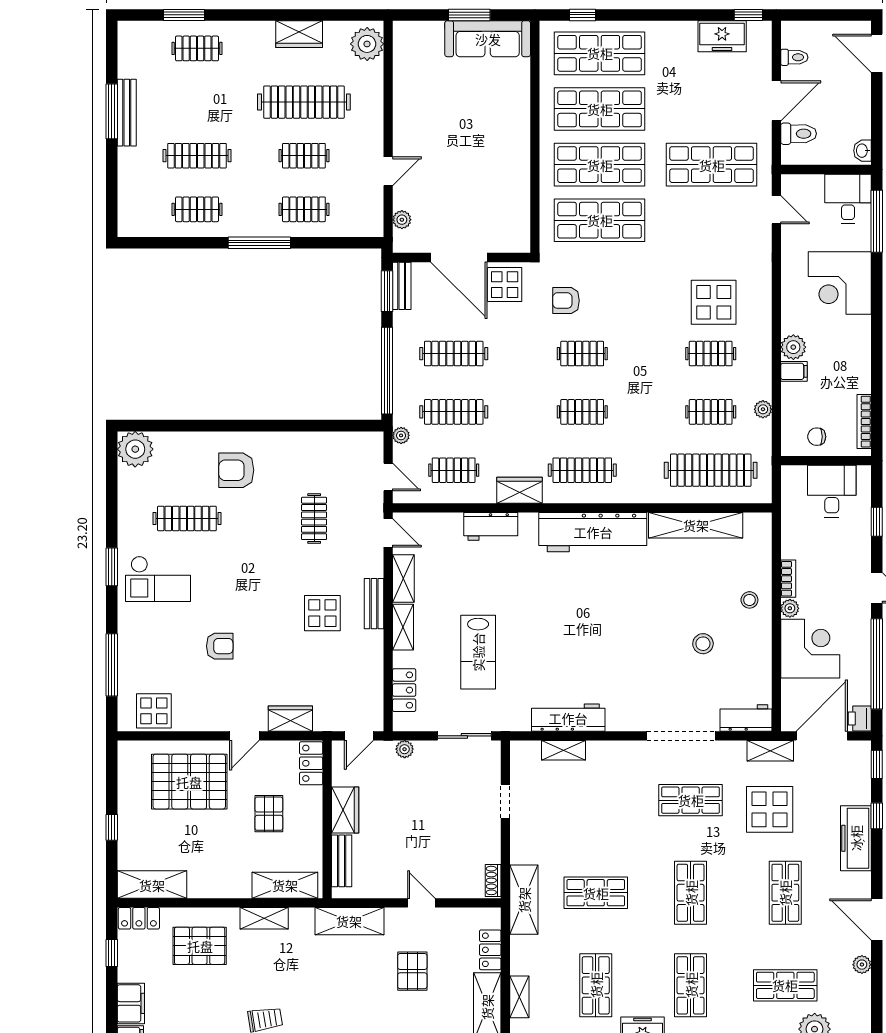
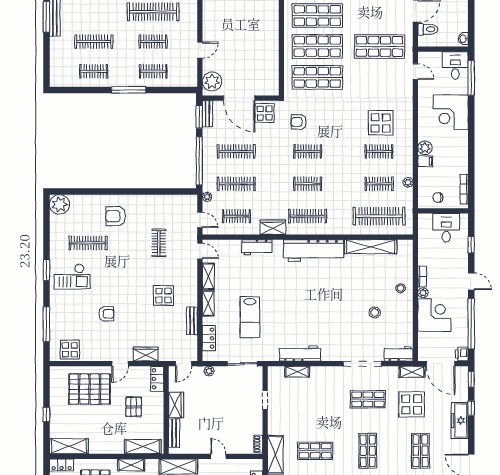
plant: (402, 220) -> (212, 82), width x1.87, depth x1.87
bench: (374, 604) -> (192, 321), moved
door: (822, 736) -> (441, 364), swing flipped

